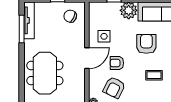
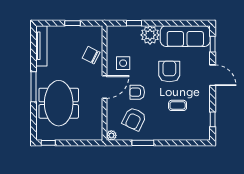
chair: (70, 16) -> (91, 55), moved
window: (22, 29) -> (34, 87), moved

